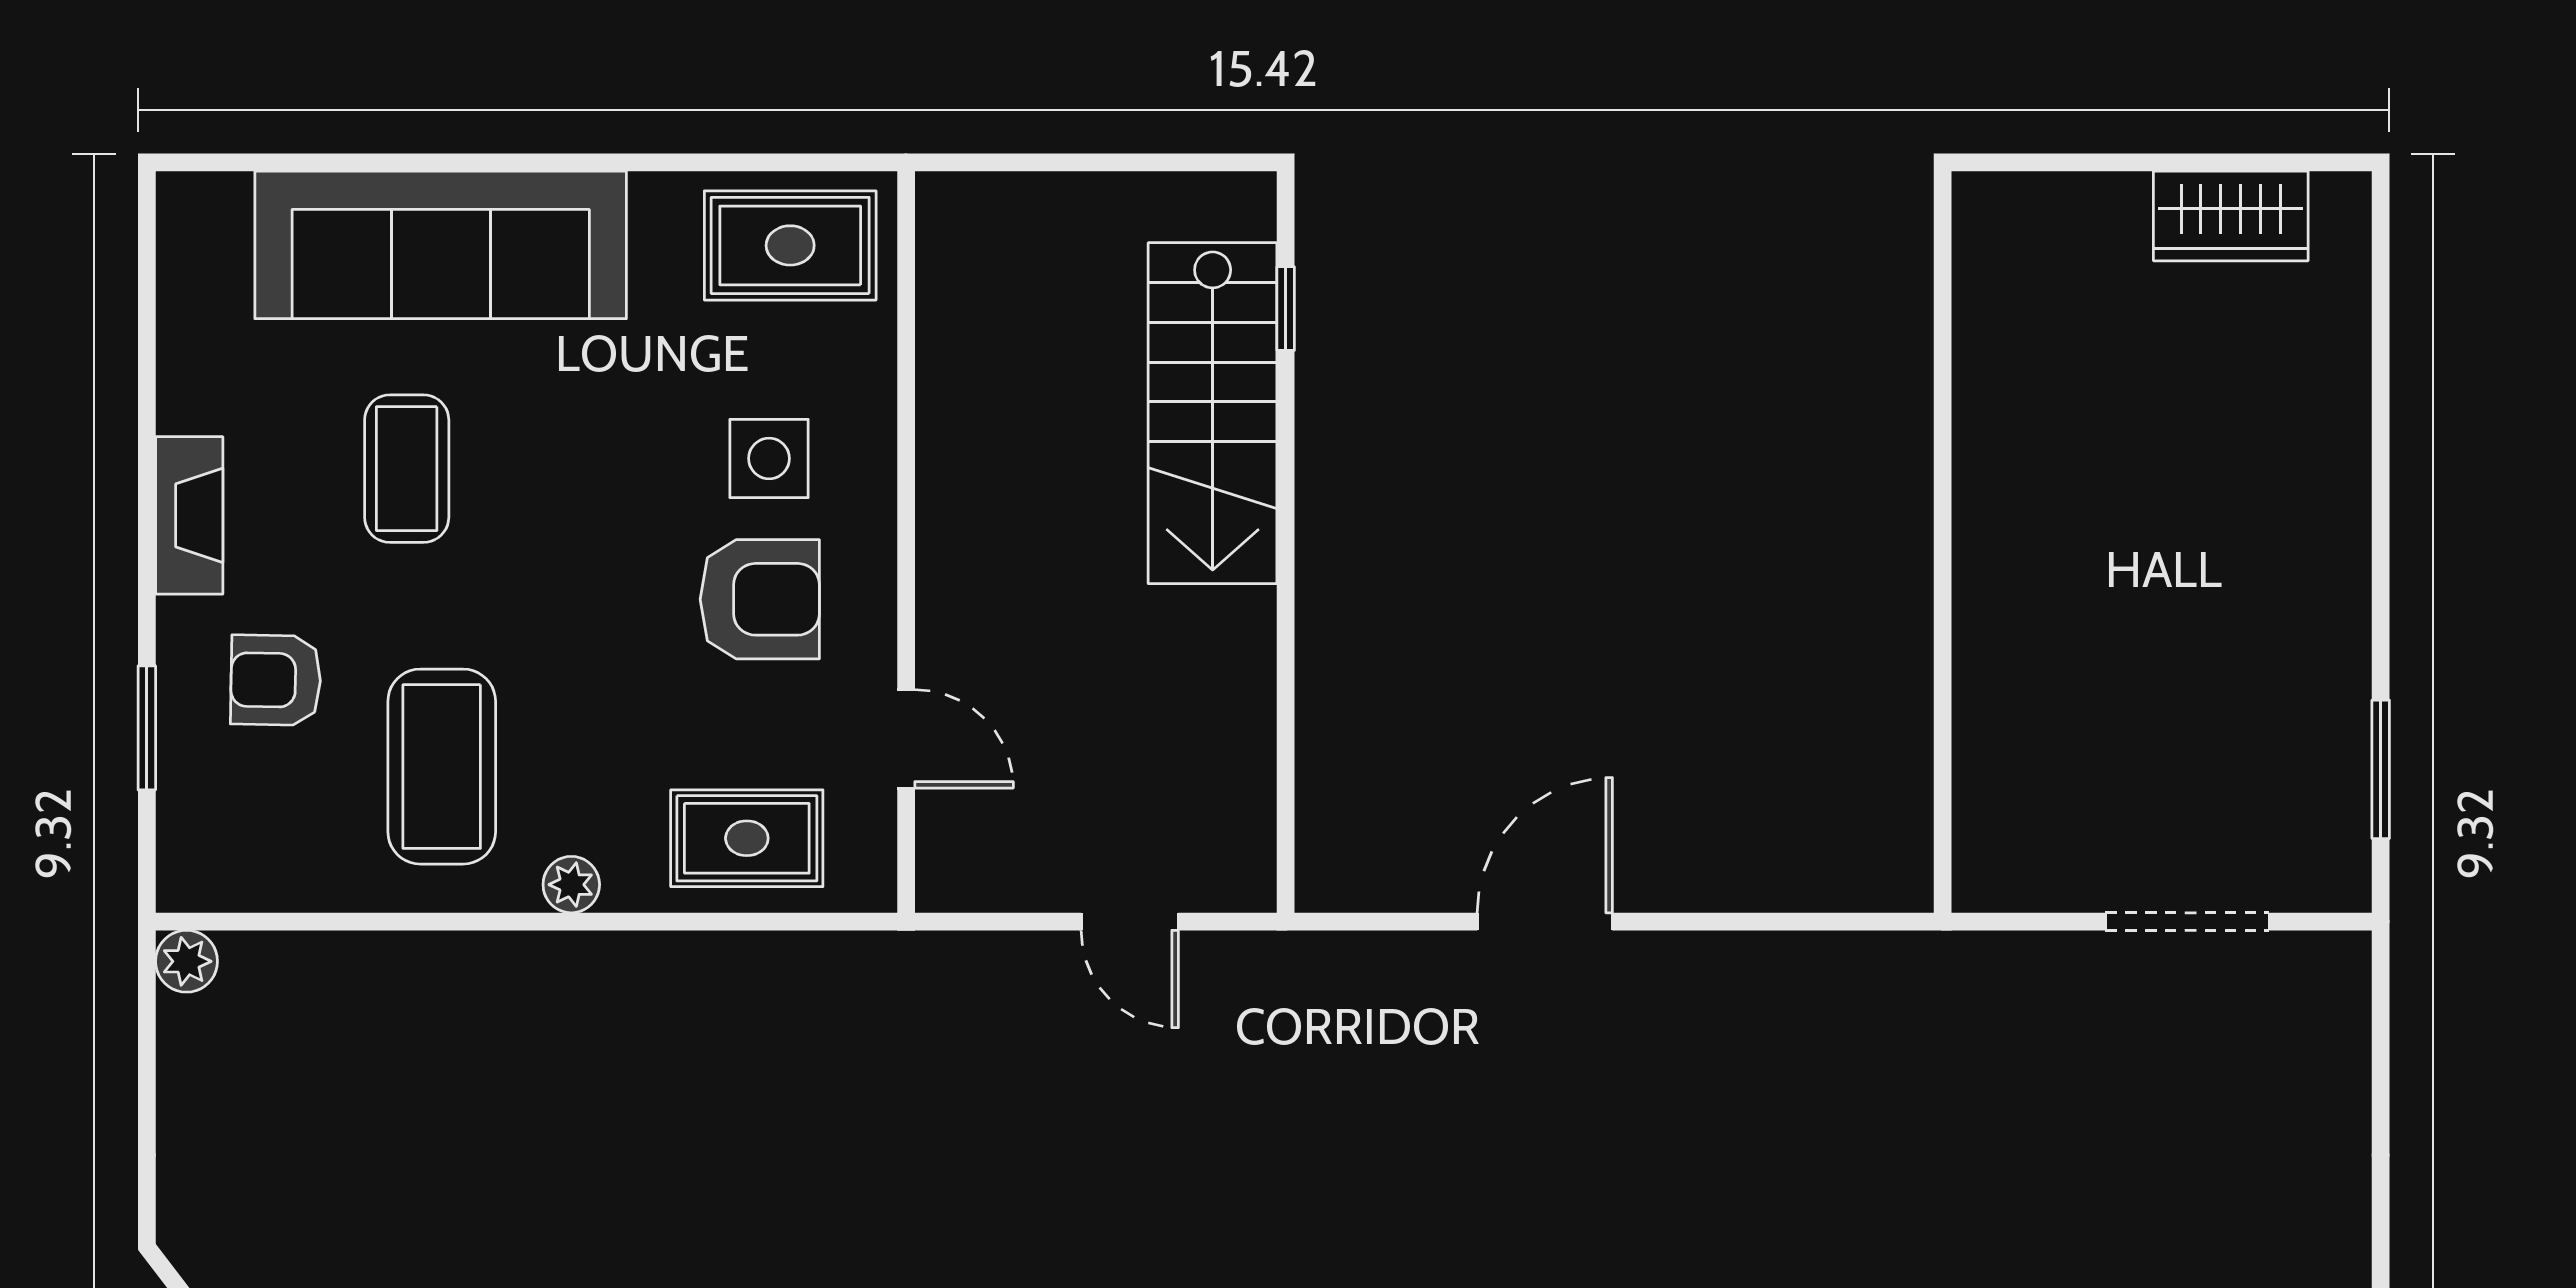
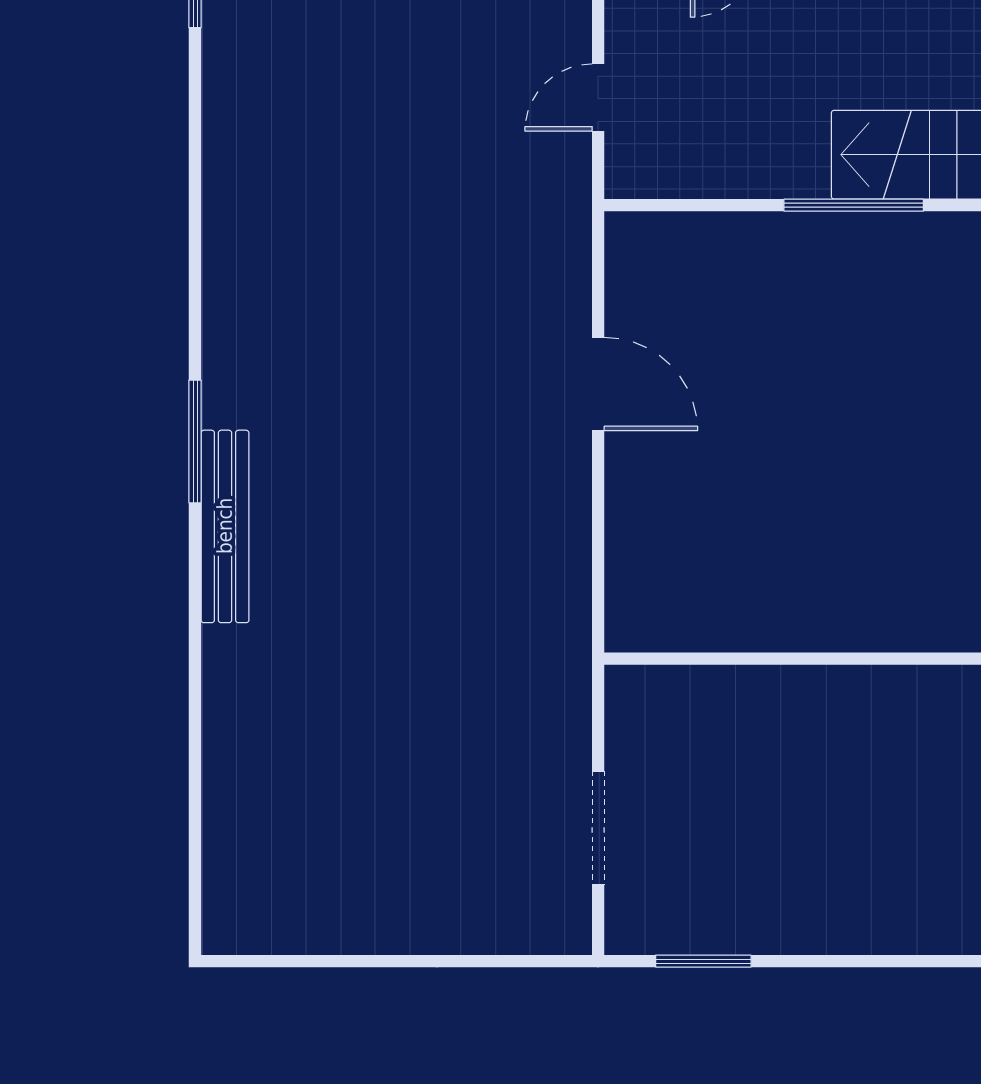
window: (1286, 551) -> (854, 205), added

